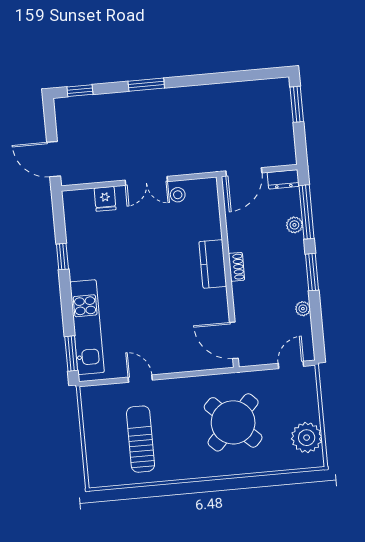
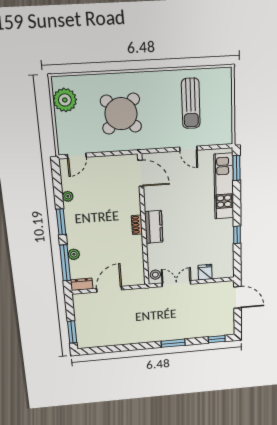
kitchen counter: (213, 264) -> (154, 227), moved
shoe rack: (237, 267) -> (137, 225), moved
wall: (228, 272) -> (143, 221), moved
door: (234, 340) -> (141, 173), moved

